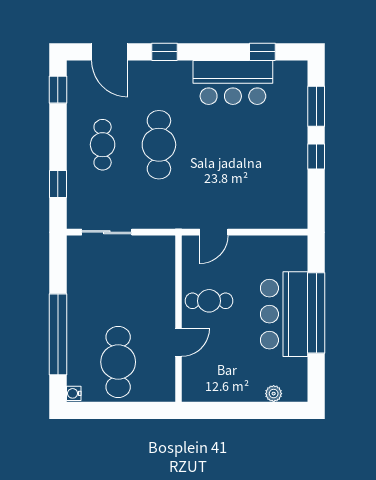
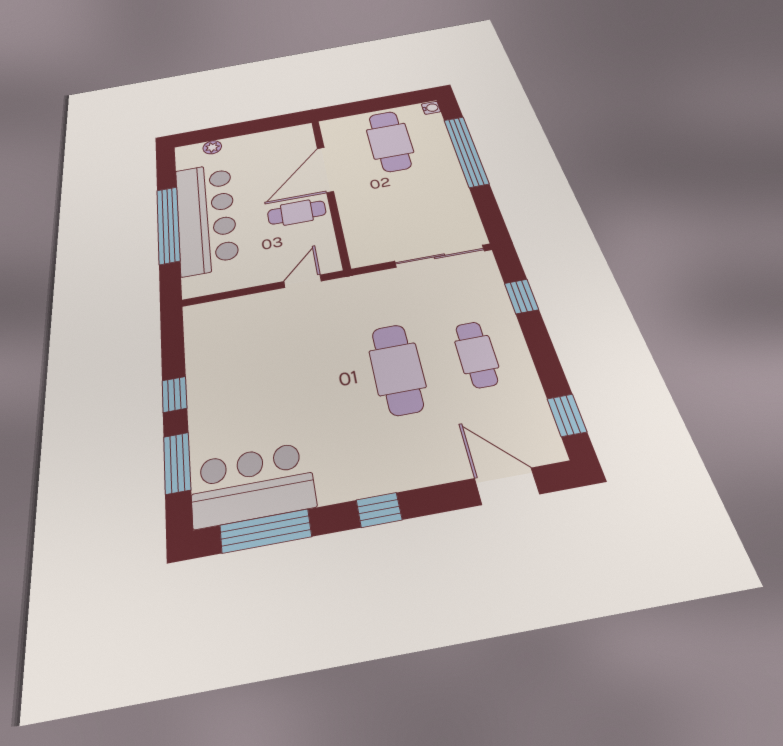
window: (165, 52) -> (379, 510), moved
window: (262, 52) -> (265, 531), width x2.17
bar counter: (233, 82) -> (252, 485), moved
sliding door: (107, 232) -> (439, 256), width x1.37
bar counter: (284, 314) -> (206, 217), width x1.36
door: (179, 342) -> (325, 170), width x1.88

